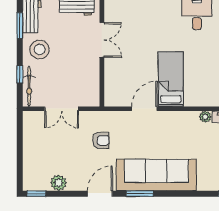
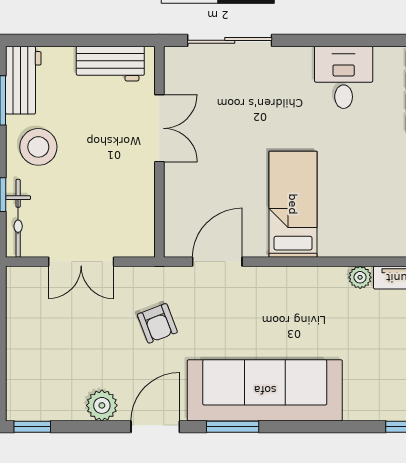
door: (144, 109) -> (217, 262), moved
armchair: (101, 140) -> (157, 323), turned 69
plant: (59, 183) -> (102, 405), moved

